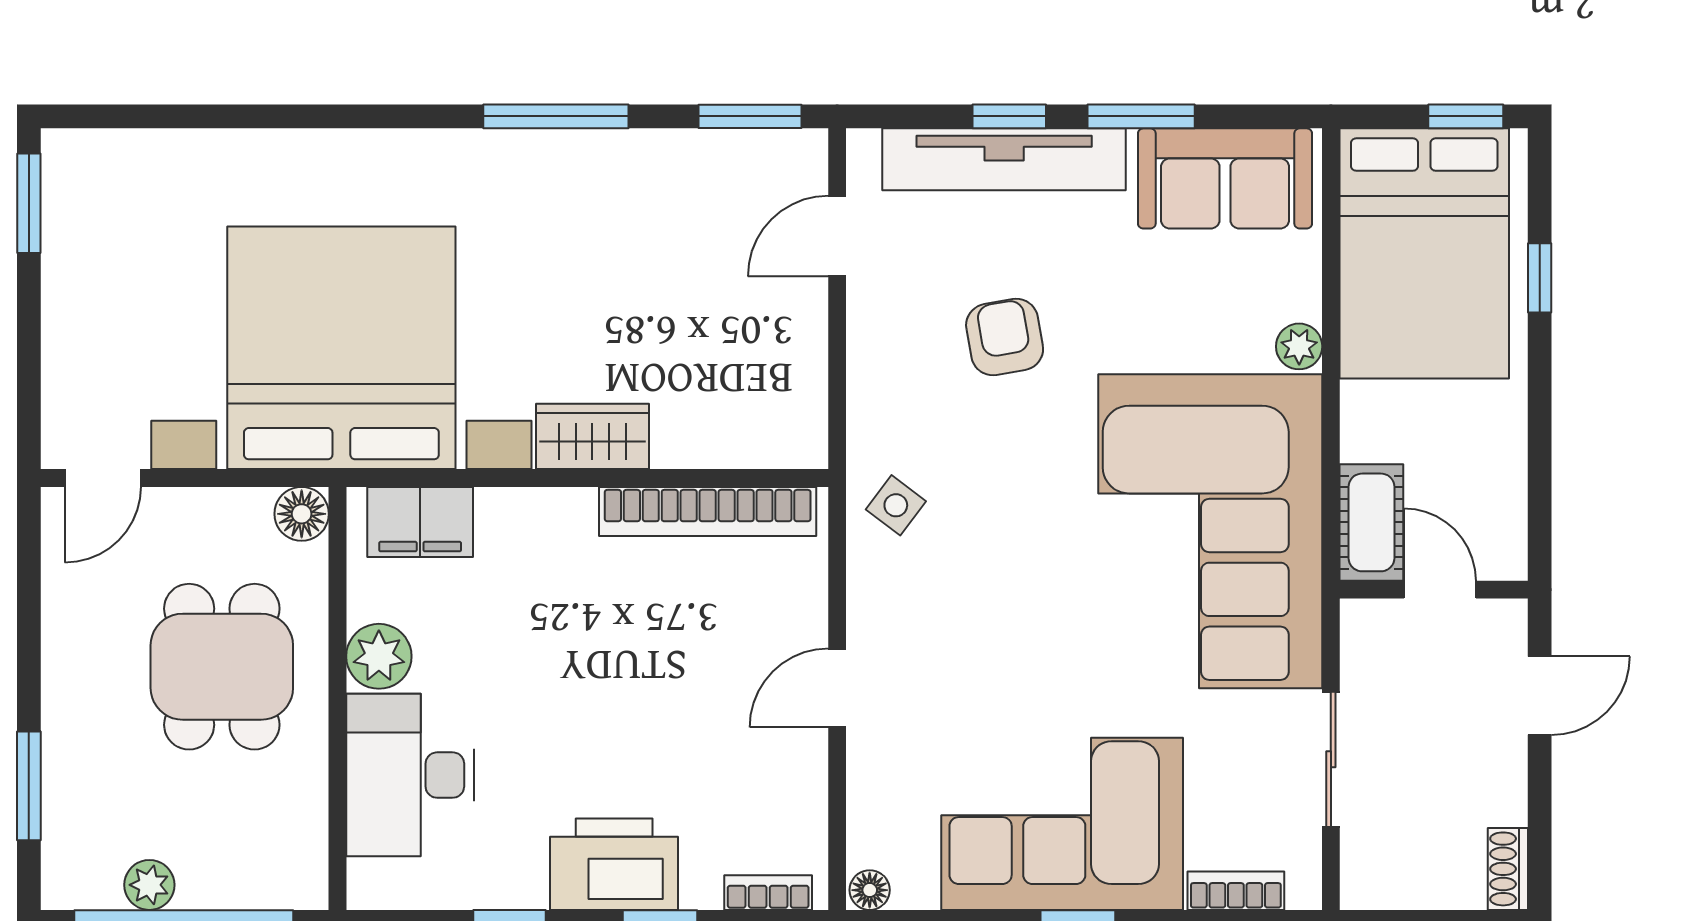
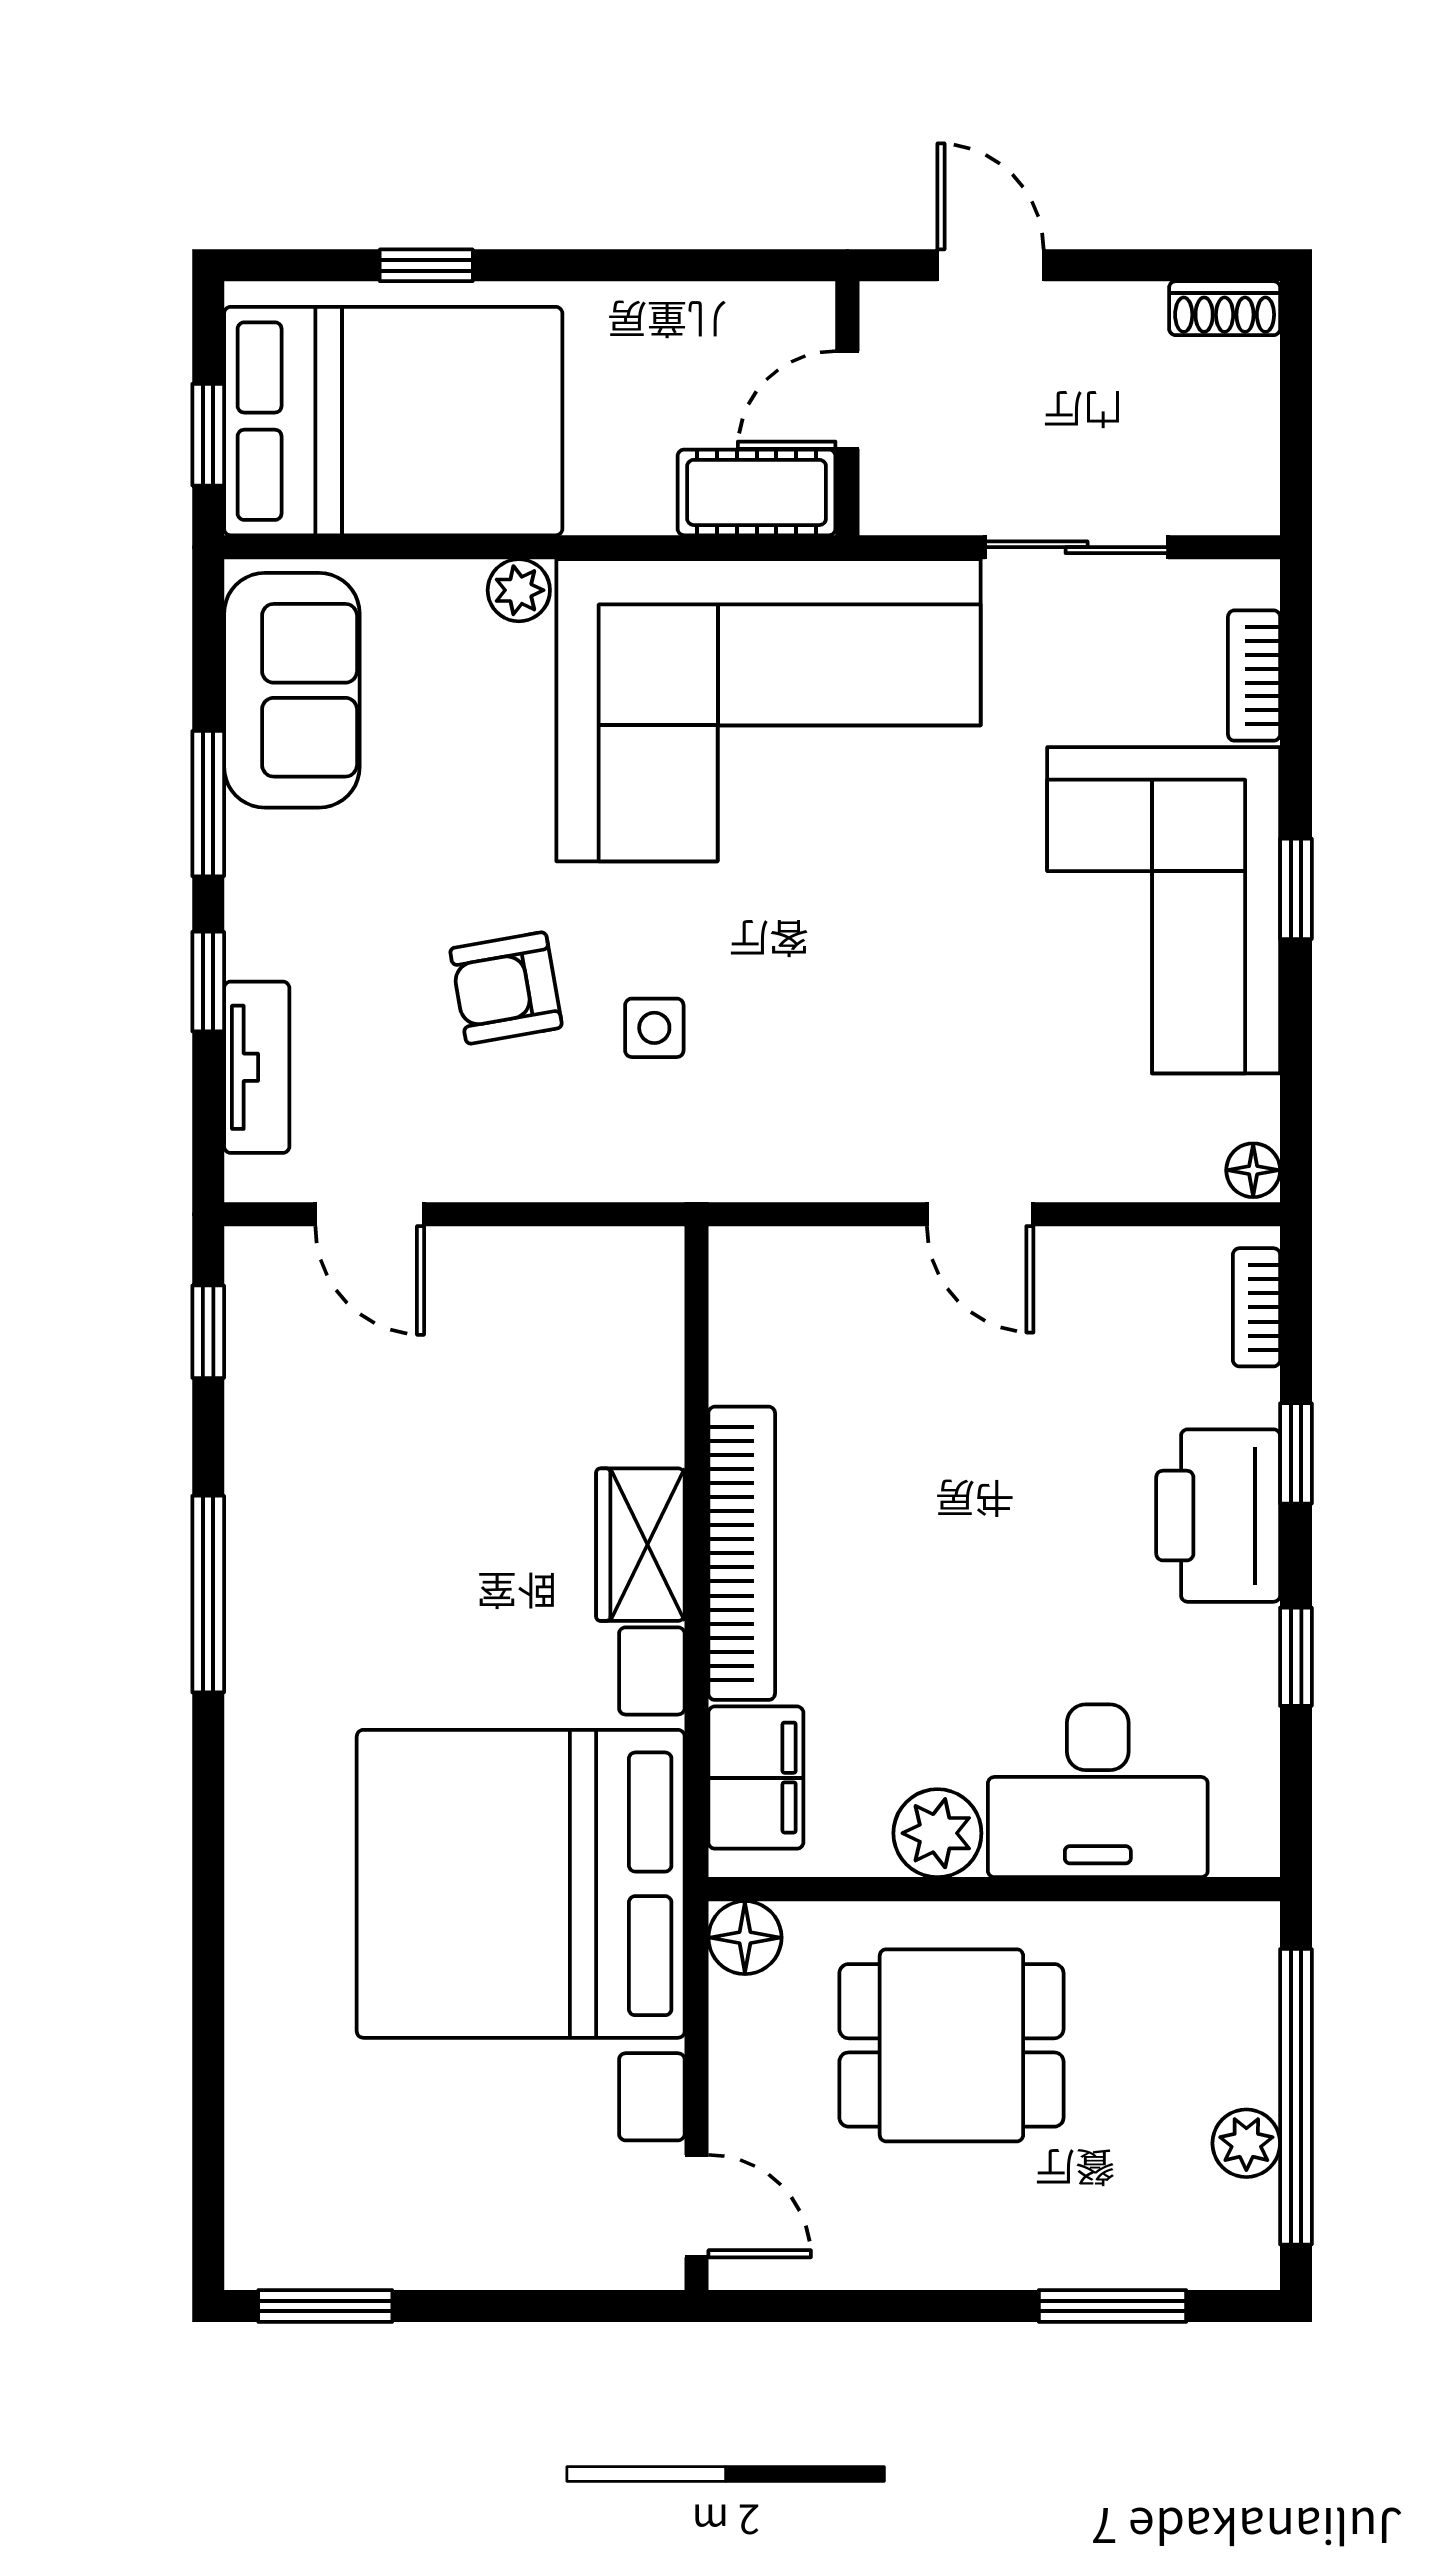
window: (750, 116) -> (208, 1332), width x0.67
window: (1466, 116) -> (208, 435), moved
tv unit: (1004, 159) -> (257, 1067), width x0.52, depth x0.78
side table: (896, 505) -> (654, 1028), moved, turned -37
bookcase: (708, 511) -> (742, 1553), moved

